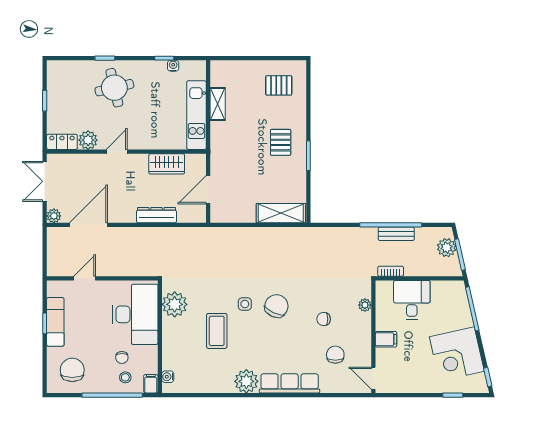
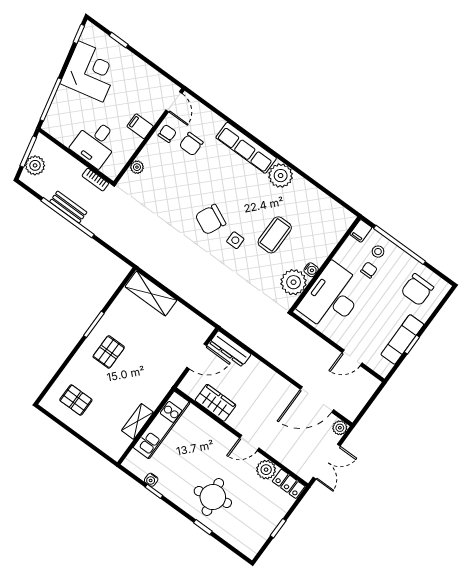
dresser: (156, 215) -> (230, 349), moved
chair: (324, 319) -> (167, 134), moved, turned -92
water cooler: (168, 377) -> (311, 270), moved

